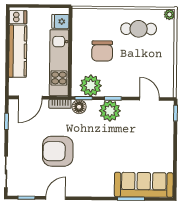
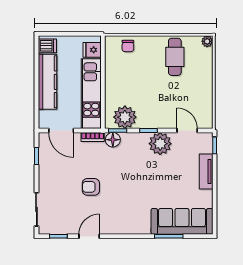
cafe table: (139, 29) -> (175, 57), turned 90
chair: (102, 51) -> (128, 46), moved, width x0.54, depth x0.54
door: (30, 98) -> (61, 131), hinge flipped
plant: (110, 111) -> (160, 144), moved
tv unit: (167, 138) -> (206, 171), added
armchair: (58, 151) -> (91, 187), width x0.53, depth x0.53

